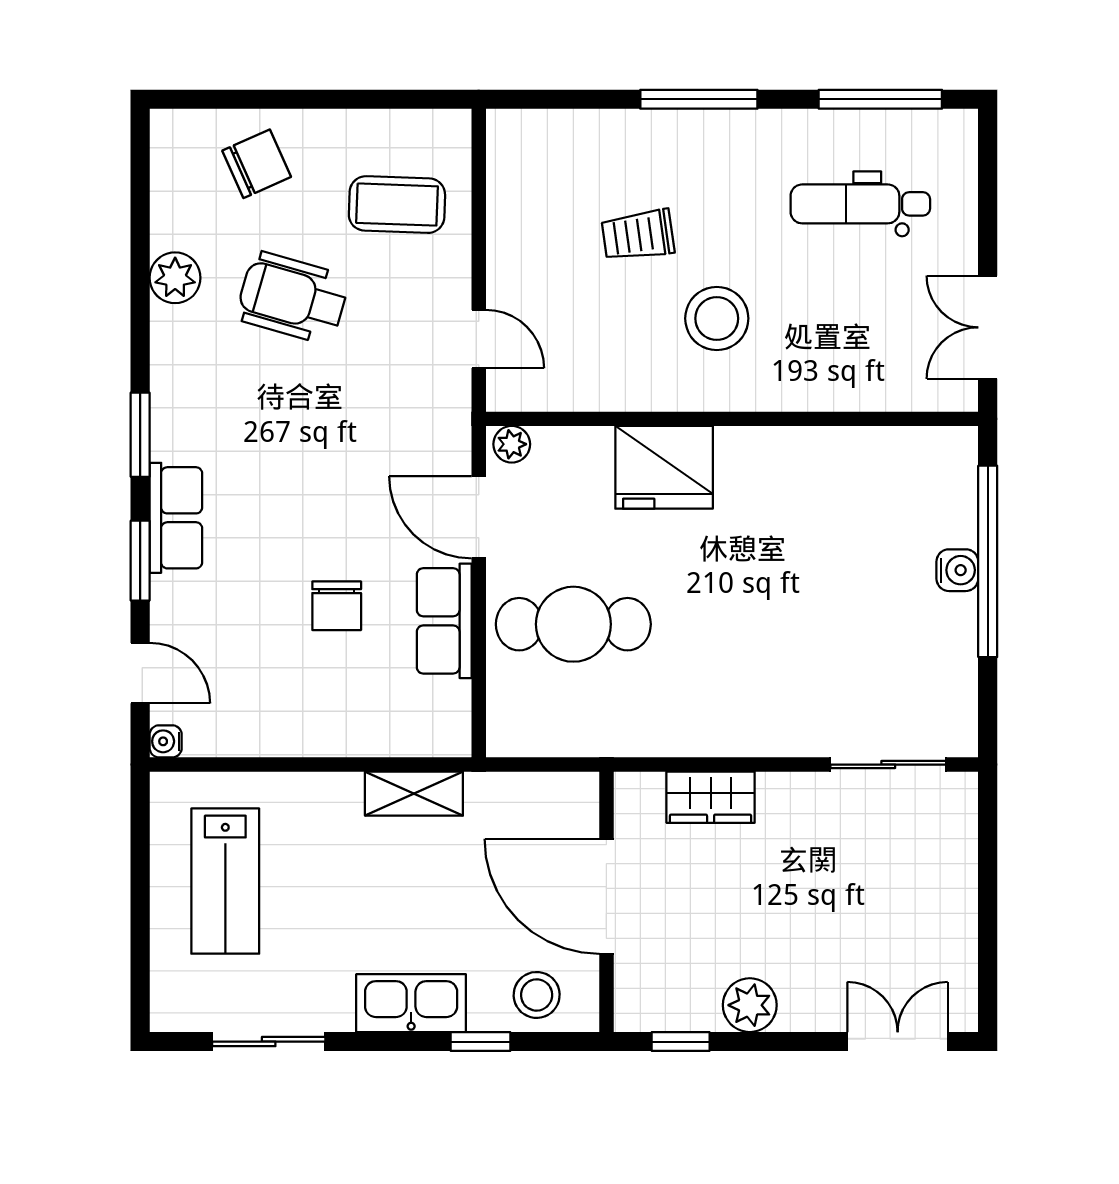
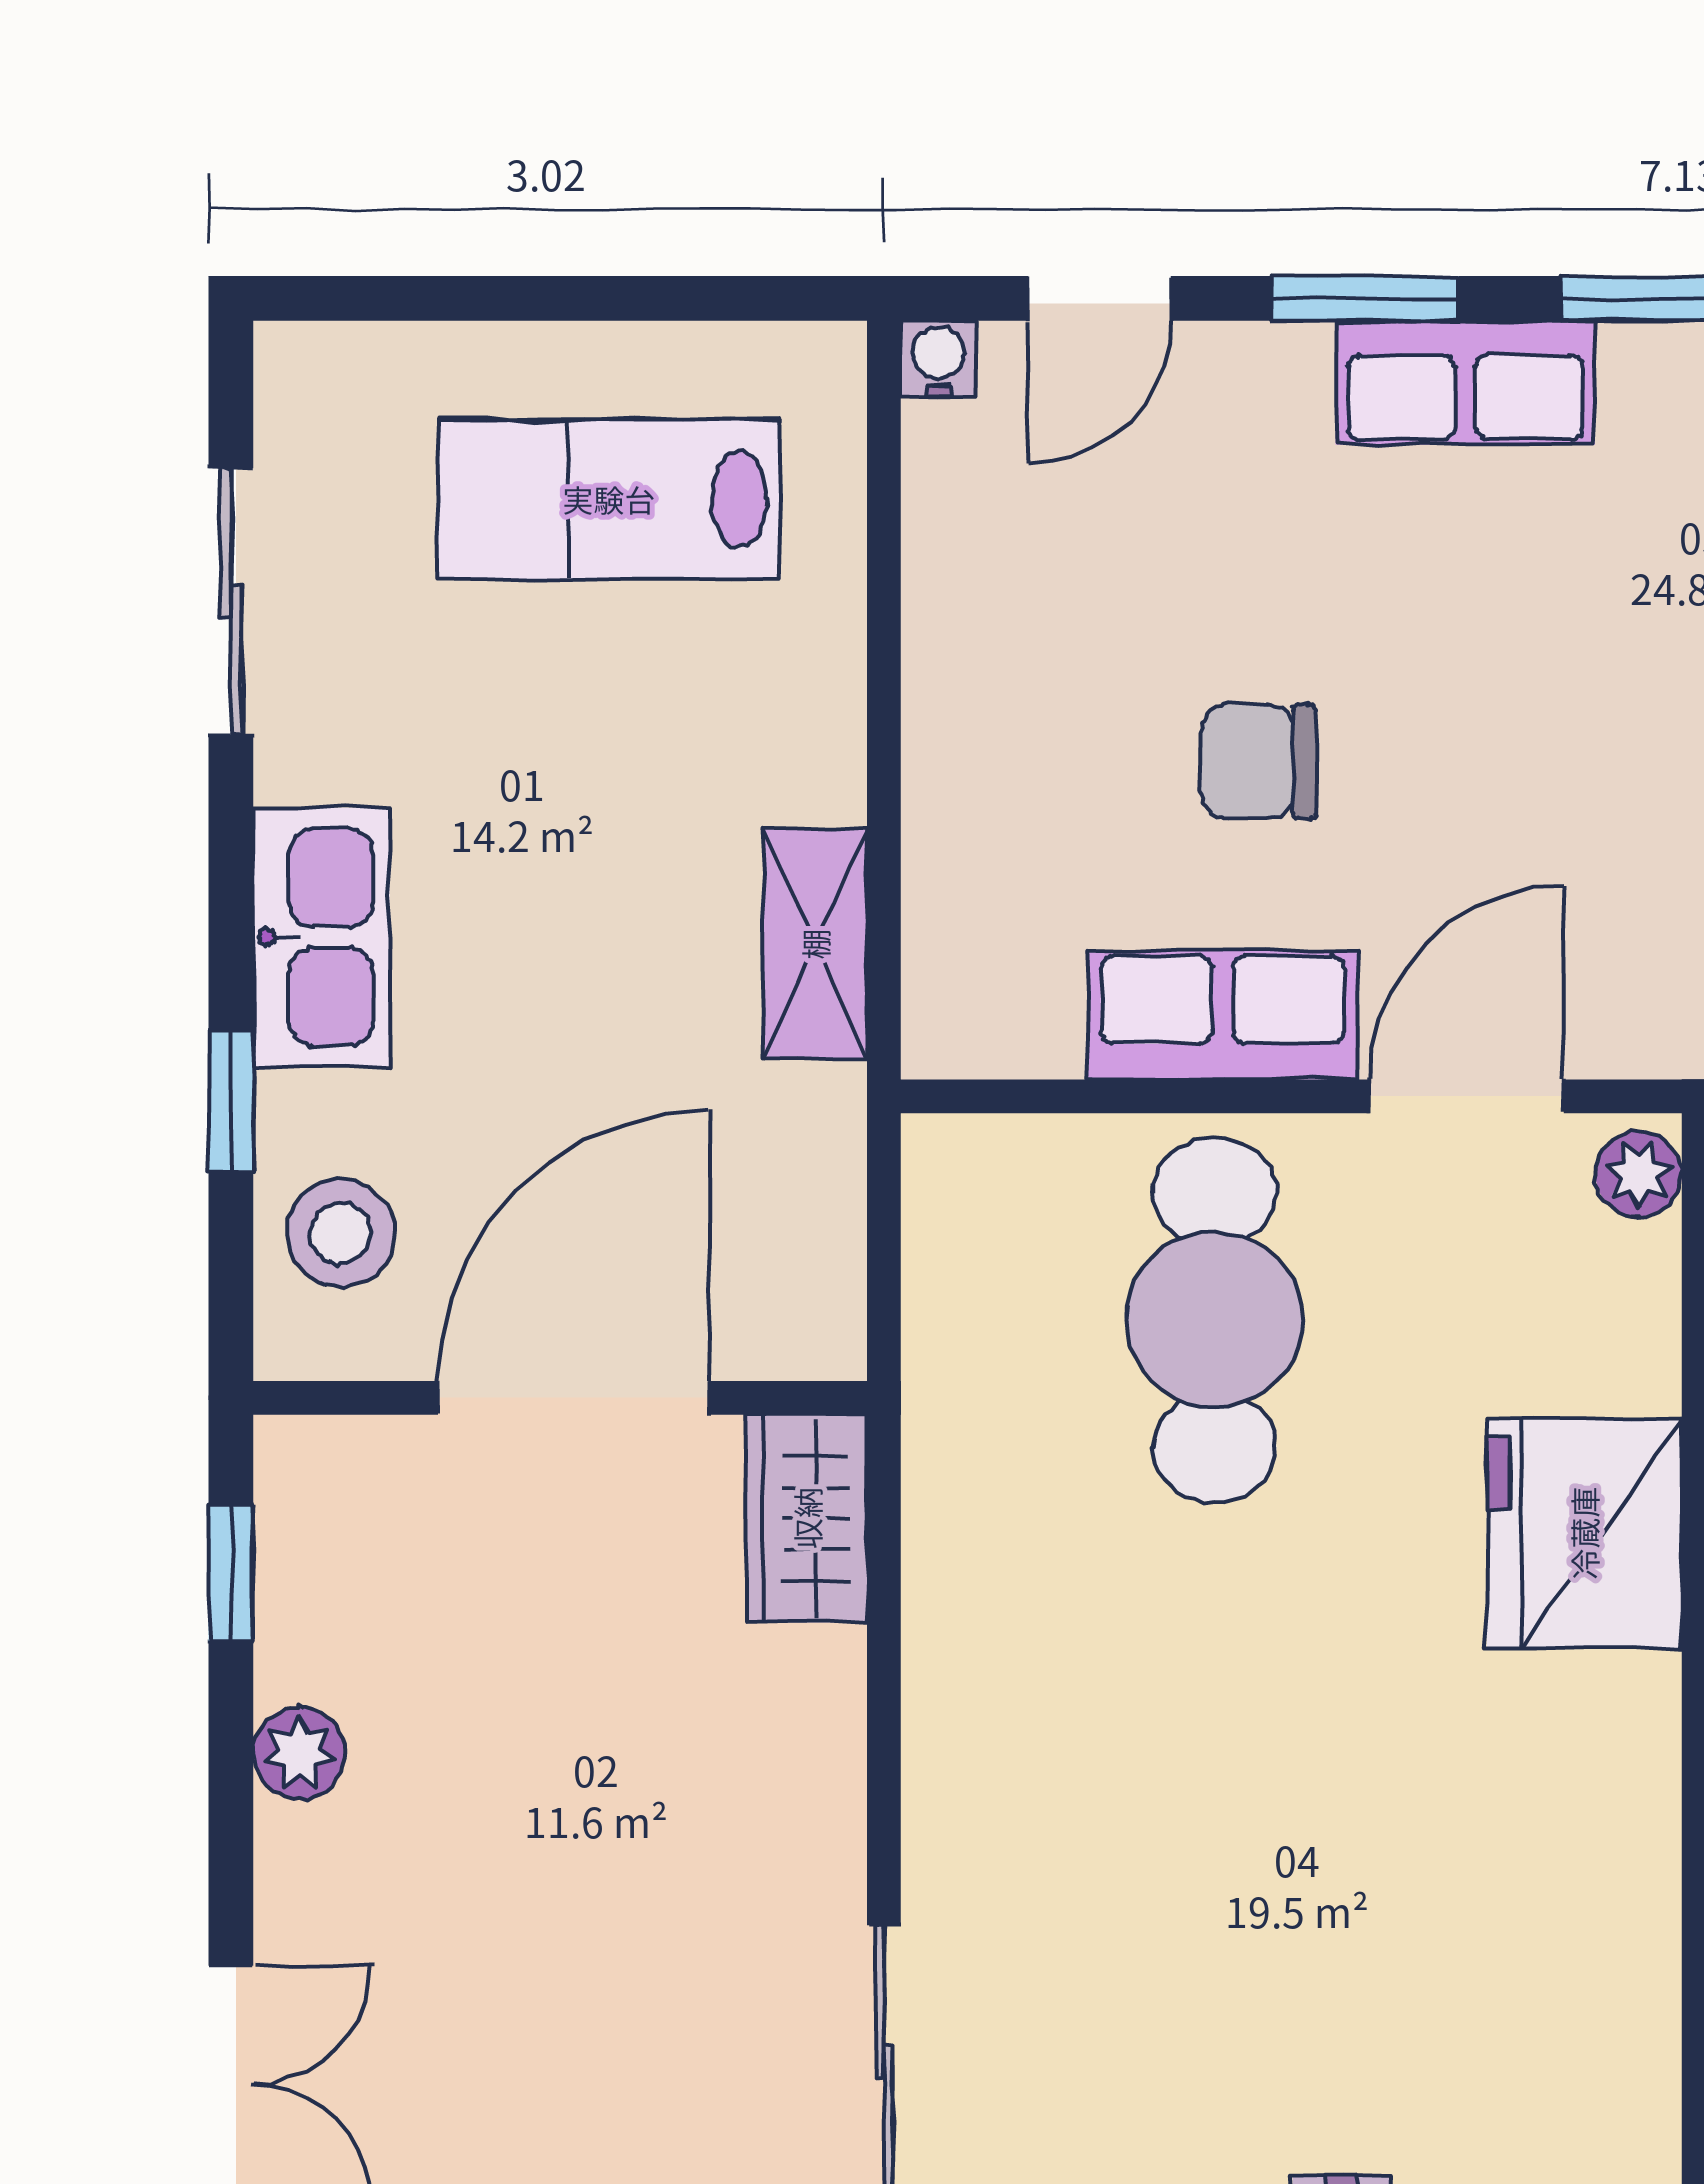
wardrobe: (711, 797) -> (807, 1518), moved
plant: (750, 1005) -> (299, 1753), width x0.73, depth x0.73

